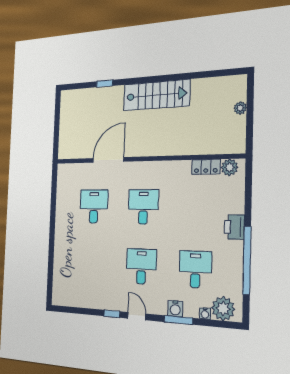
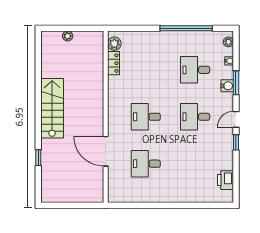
printer: (234, 227) -> (226, 180), moved, turned 90
plant: (223, 309) -> (228, 42), width x0.53, depth x0.53

